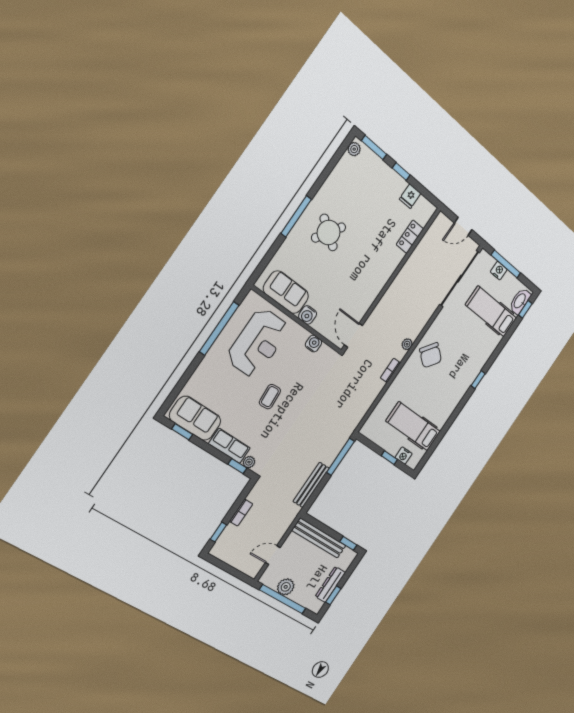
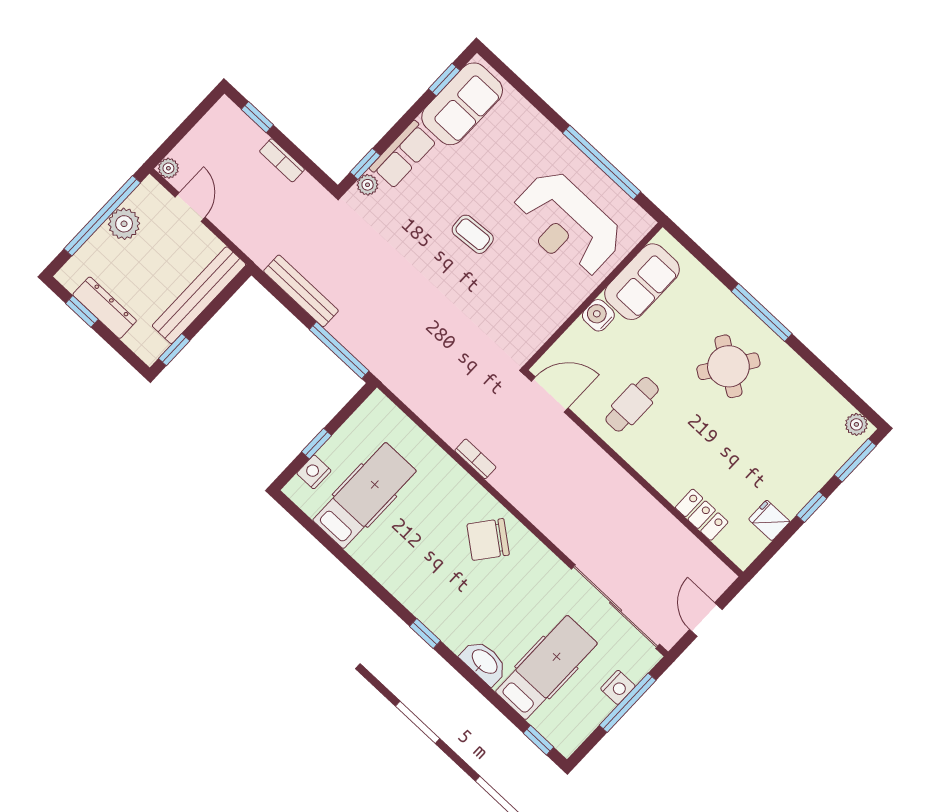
cafe table: (355, 287) -> (632, 404), added
washbasin: (520, 301) -> (484, 662), moved
water cooler: (314, 344) -> (548, 321), removed
plant: (407, 344) -> (168, 168), moved

